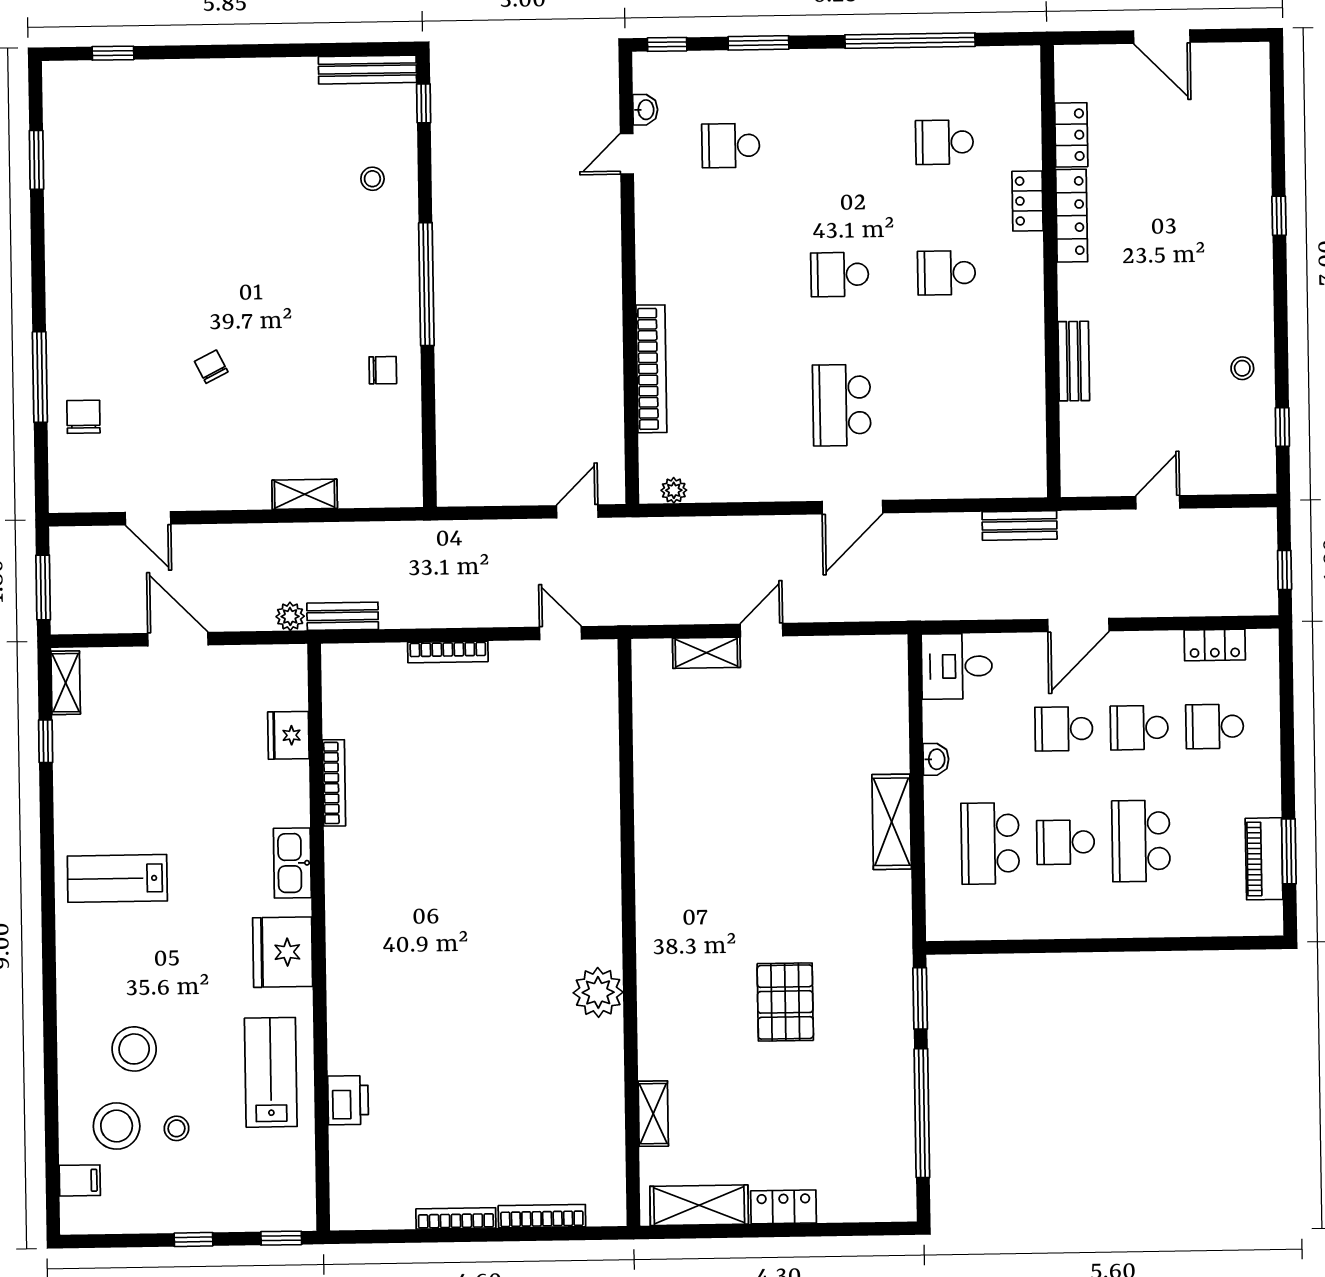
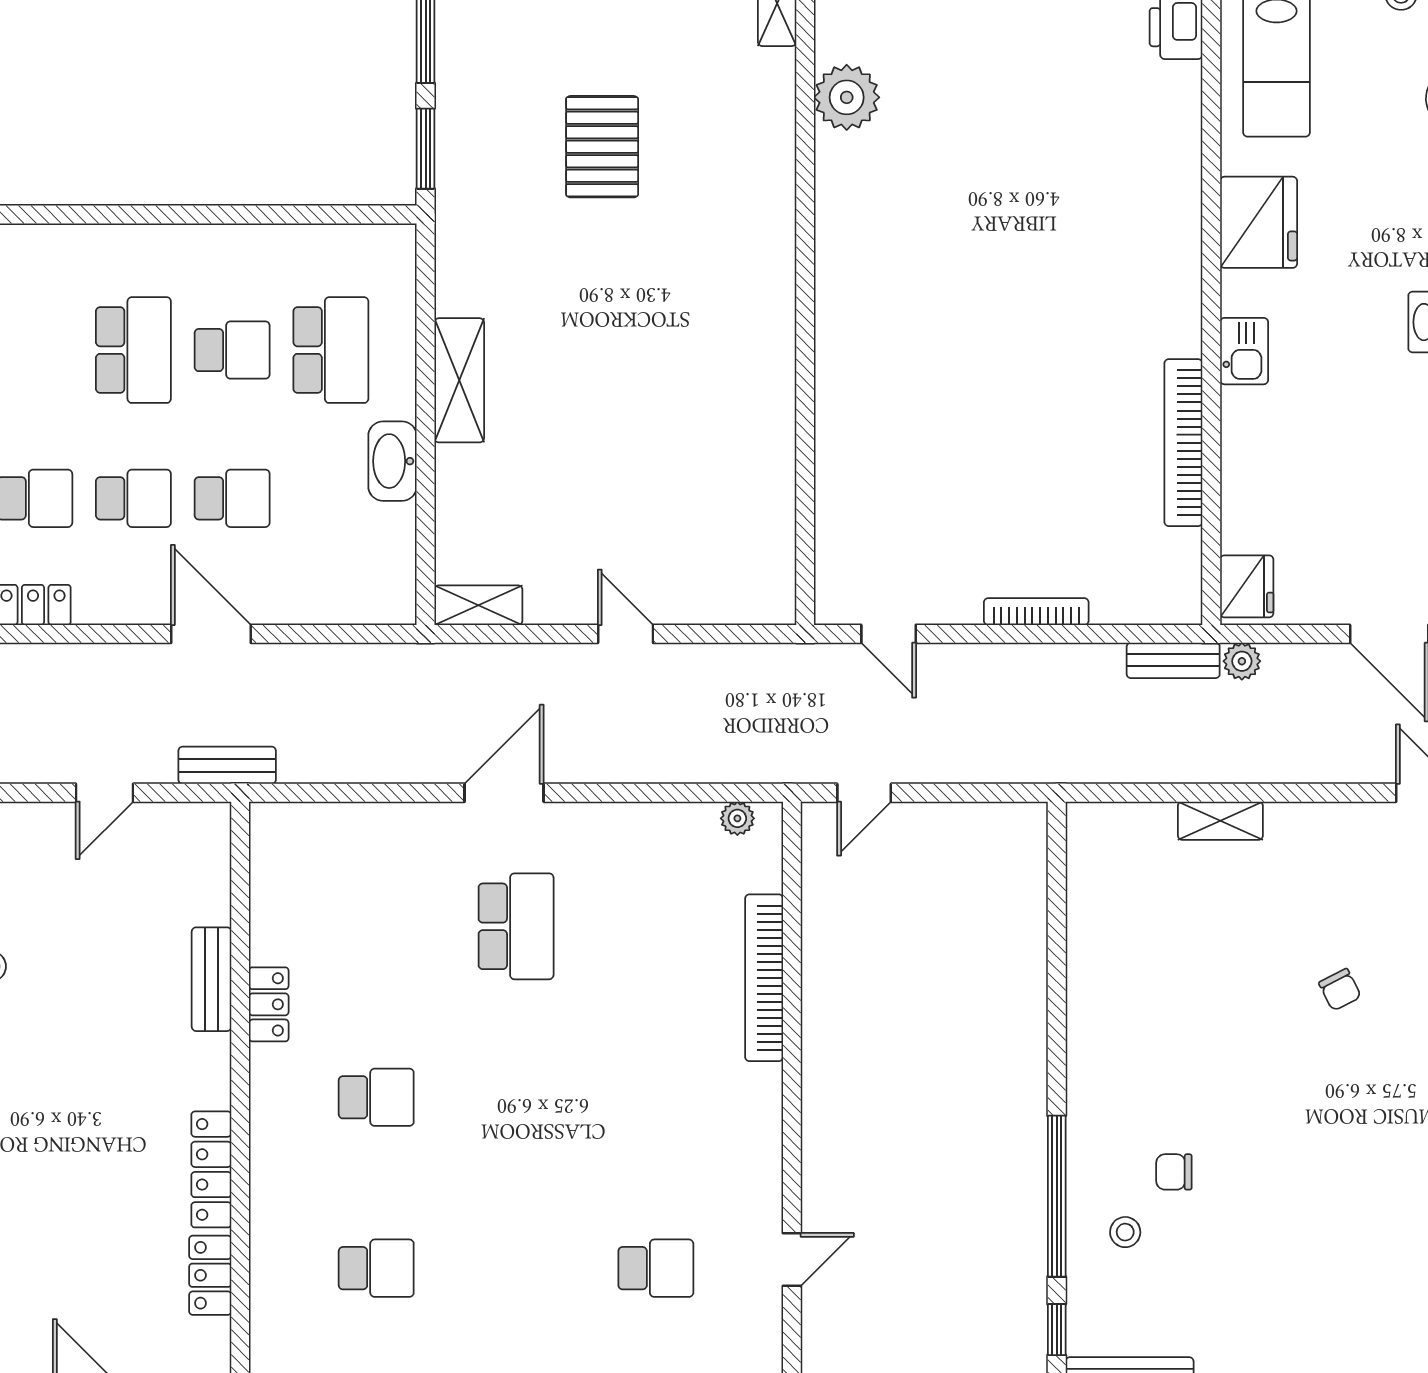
washbasin: (645, 110) -> (767, 1317), removed
locker: (1027, 201) -> (269, 1004), moved
school desk: (840, 274) -> (516, 1097), removed
window: (426, 284) -> (1057, 1196), moved
chair: (383, 370) -> (1174, 1172), moved
bench: (1020, 525) -> (227, 765), moved
door: (1078, 625) -> (211, 634), hinge flipped
door: (761, 630) -> (626, 634), swing flipped
shelving: (706, 653) -> (478, 605), moved
desk: (957, 666) -> (371, 582), removed
fridge: (288, 735) -> (1247, 586), moved
washbasin: (936, 759) -> (392, 461), width x1.91, depth x1.45
bookcase: (334, 783) -> (1183, 443), width x1.48, depth x1.31
kitchen sink: (292, 863) -> (1244, 351), width x0.73
plant: (598, 992) -> (847, 97), moved

